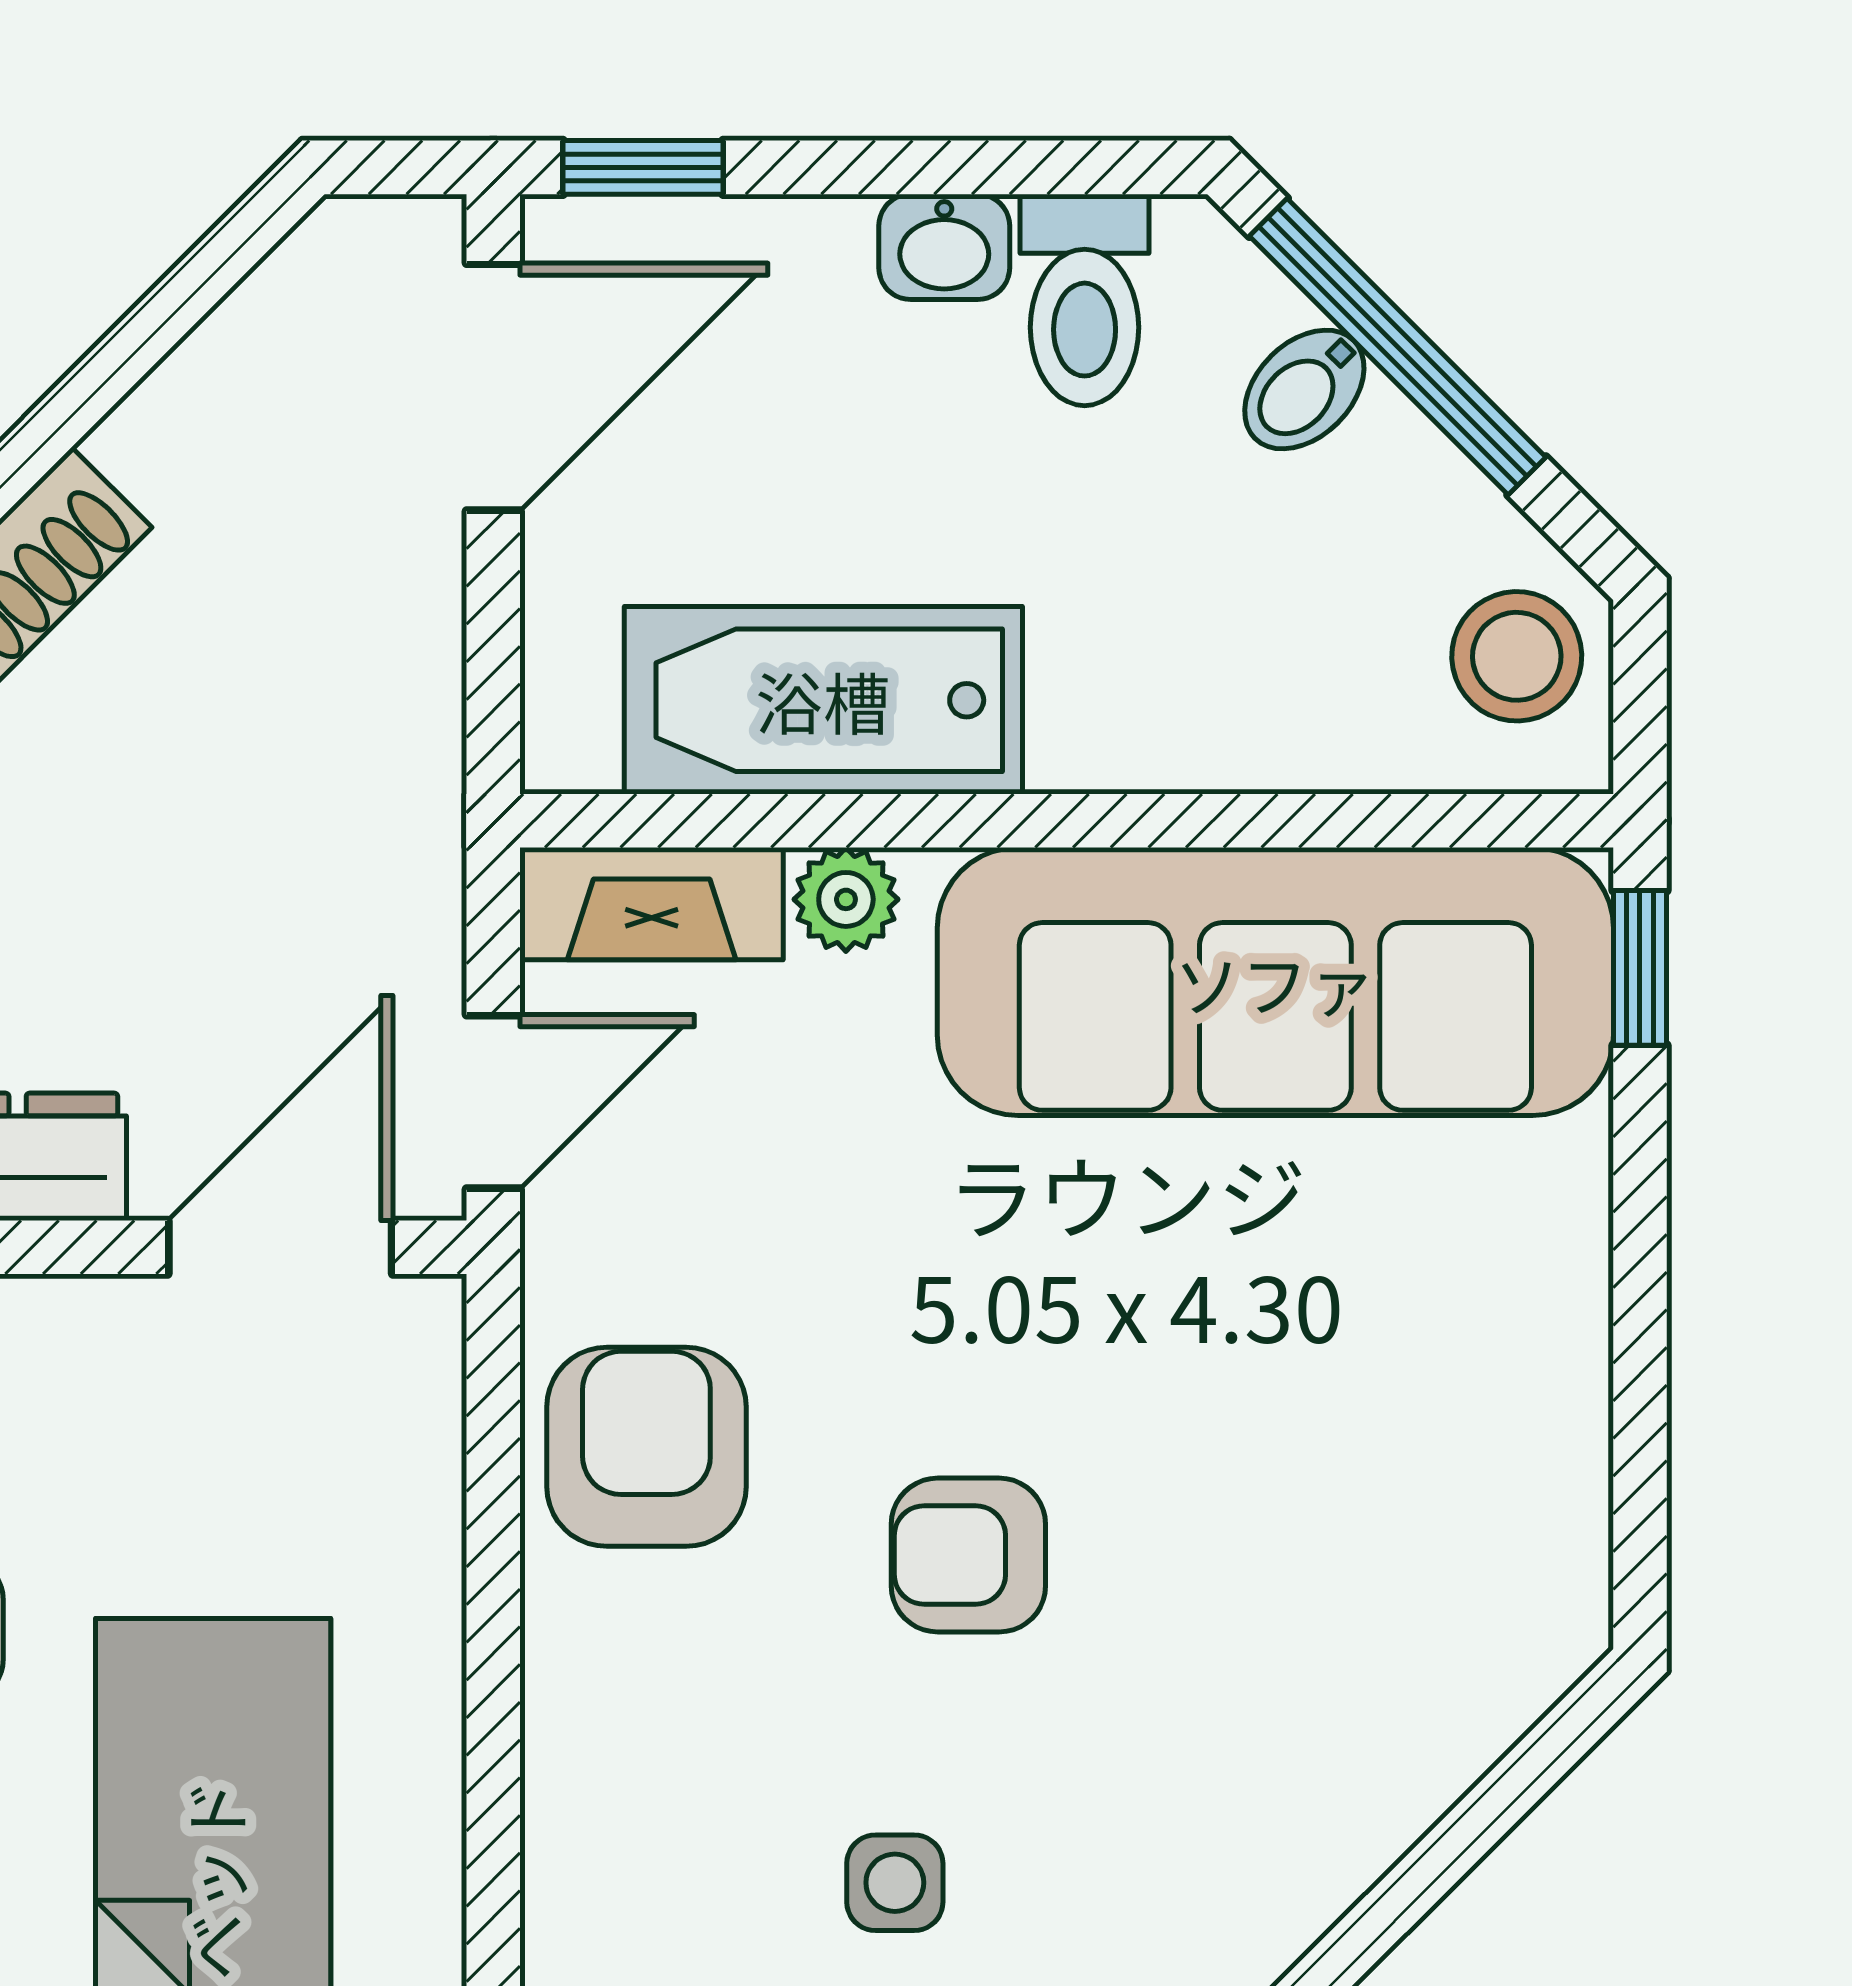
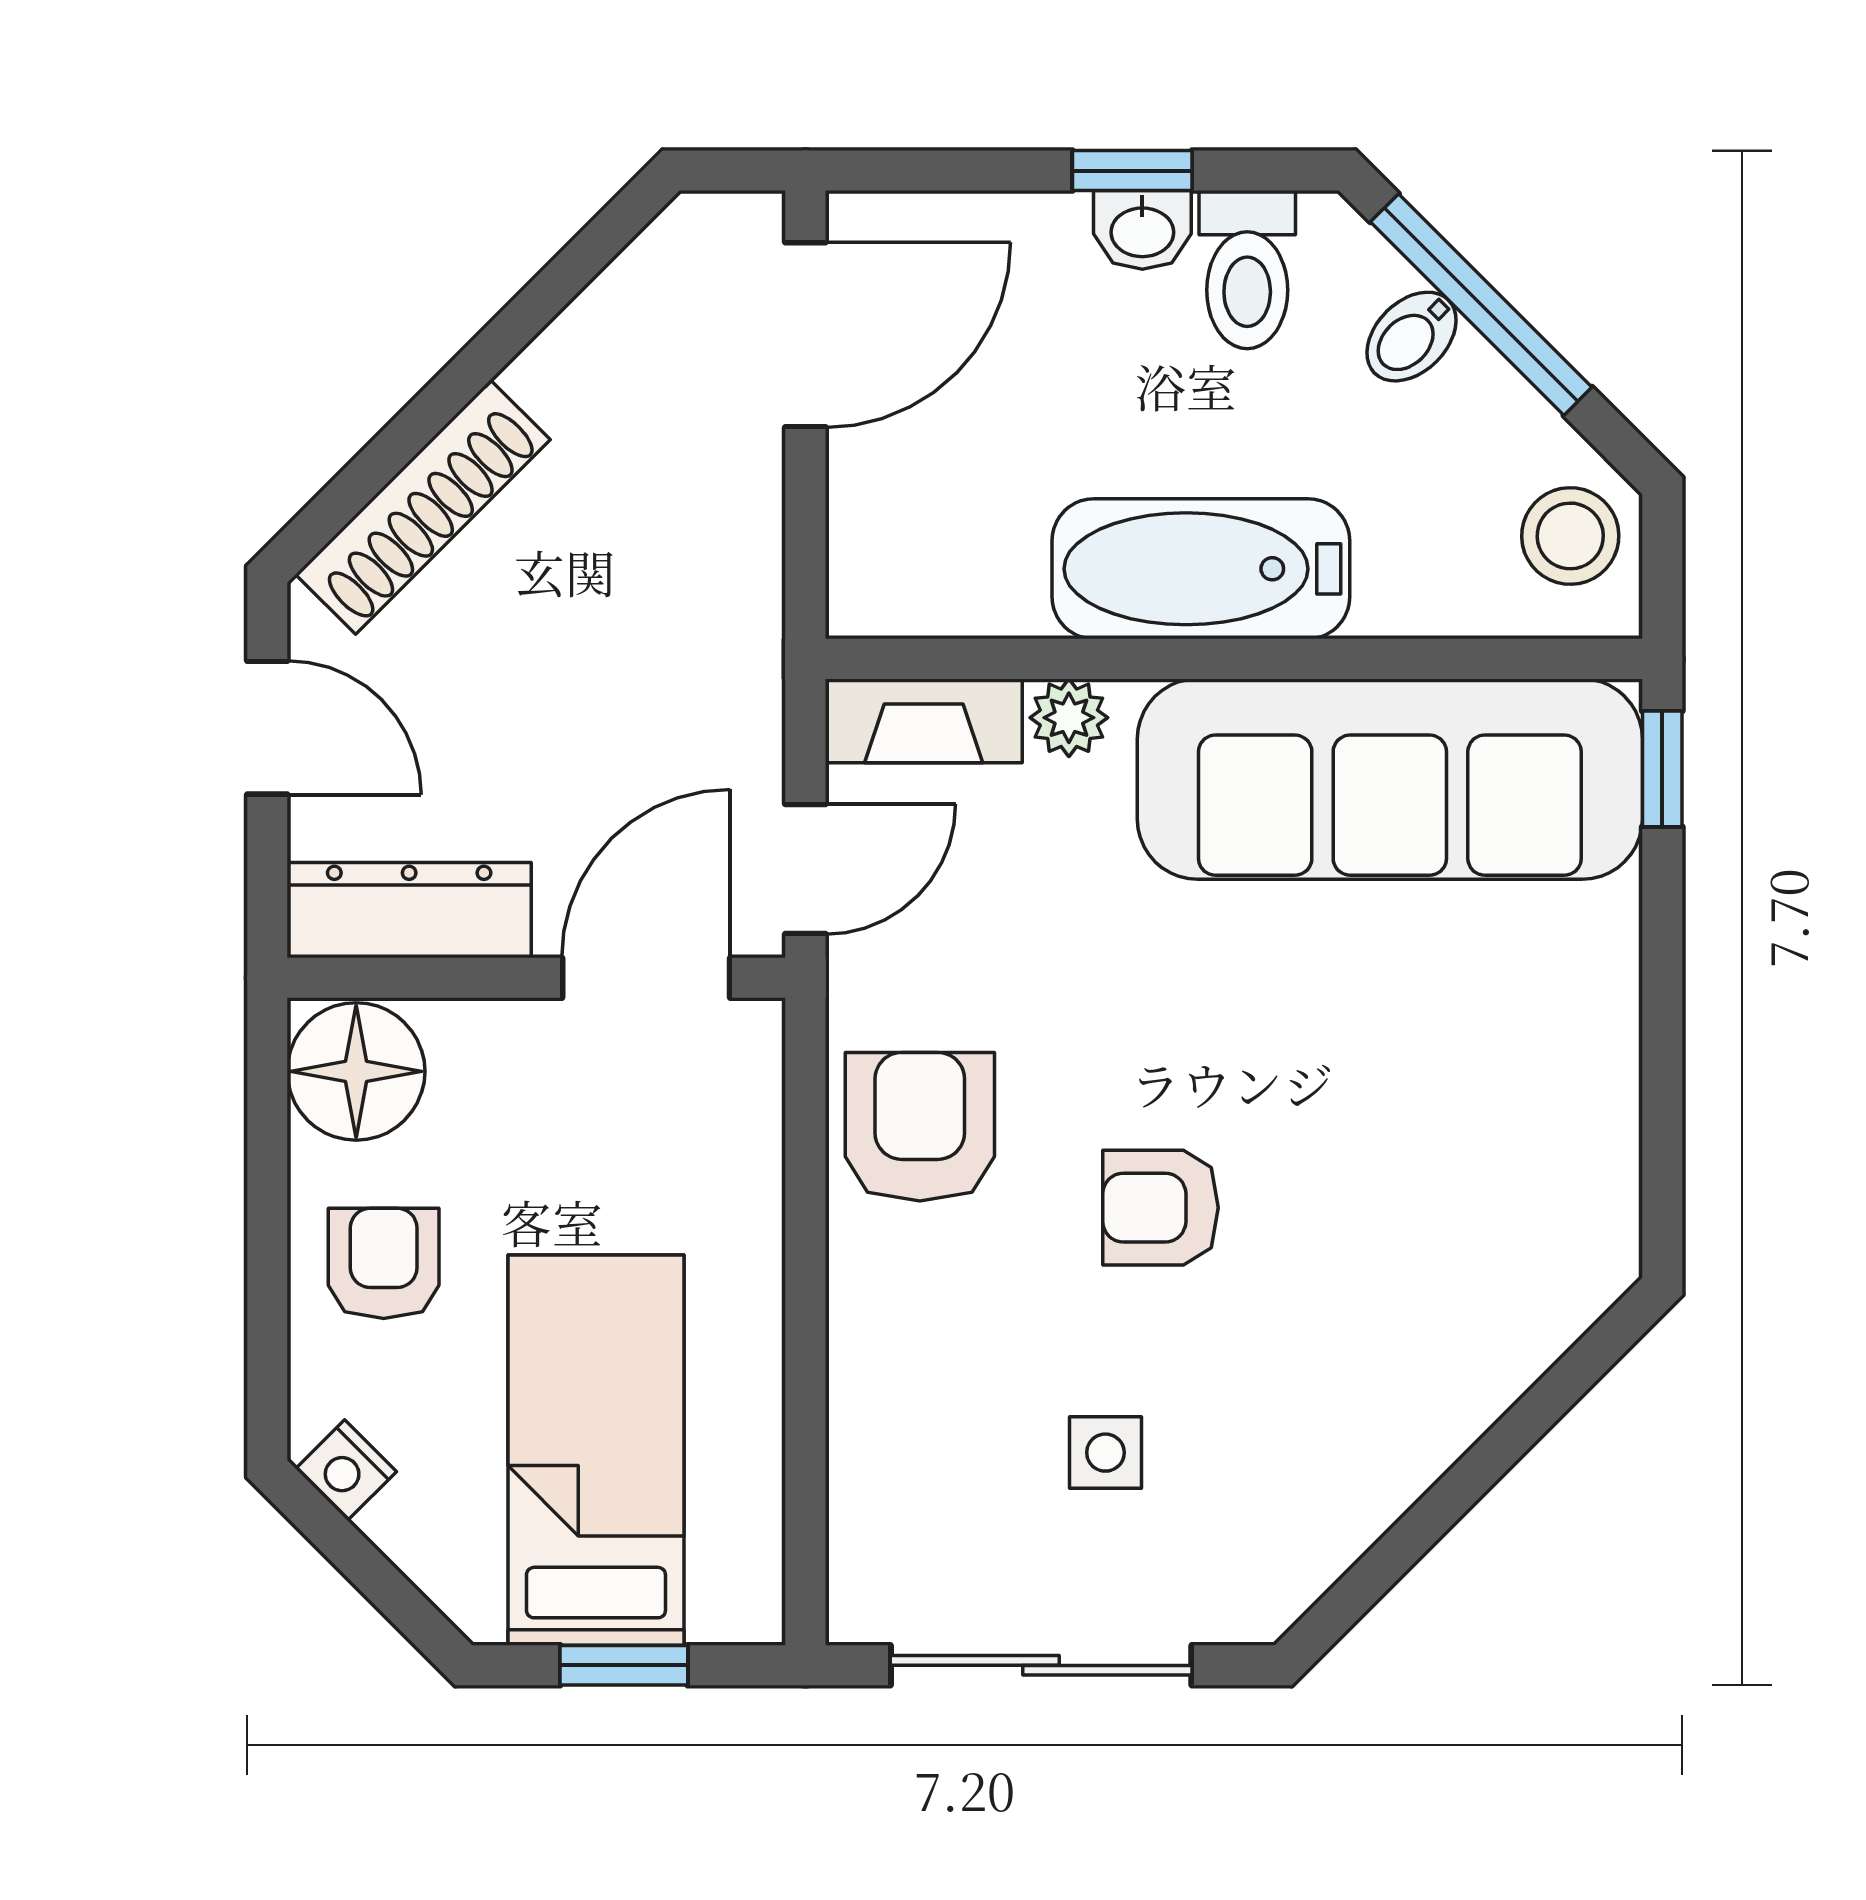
window: (643, 167) -> (1132, 171), moved
bathtub: (823, 700) -> (1201, 569), moved

